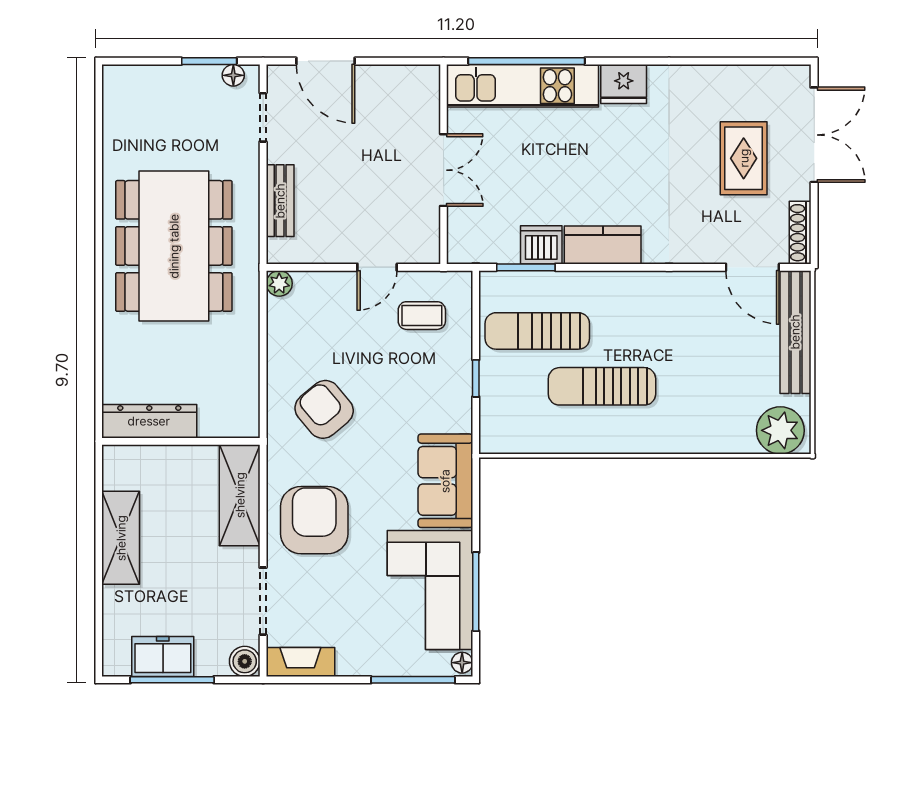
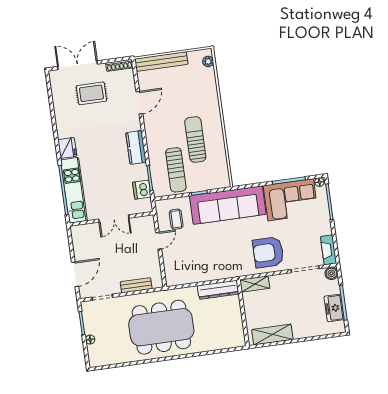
floor lamp: (233, 75) -> (90, 340), moved
double door: (444, 170) -> (114, 219), swing flipped
dishwasher: (541, 245) -> (142, 190), moved
door: (377, 267) -> (159, 241), hinge flipped
door: (752, 267) -> (139, 103), moved
plant: (279, 283) -> (171, 281), removed
sun lounger: (602, 386) -> (195, 139), turned 180
armchair: (324, 409) -> (221, 255), removed
dresser: (149, 421) -> (218, 290), moved, turned -90
plant: (780, 430) -> (208, 61), width x0.53, depth x0.53
sofa: (445, 481) -> (228, 205), width x1.85, depth x1.27
shelving: (240, 495) -> (255, 284), width x0.67, depth x0.75
shelving: (121, 538) -> (272, 335), moved

